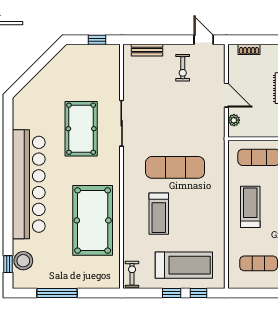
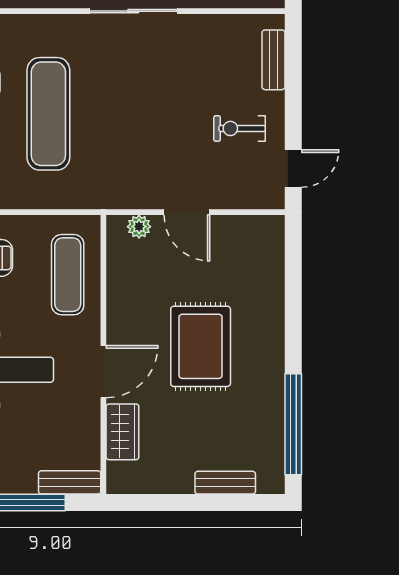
shoe rack: (249, 49) -> (275, 256), removed
door: (226, 95) -> (187, 212), hinge flipped

